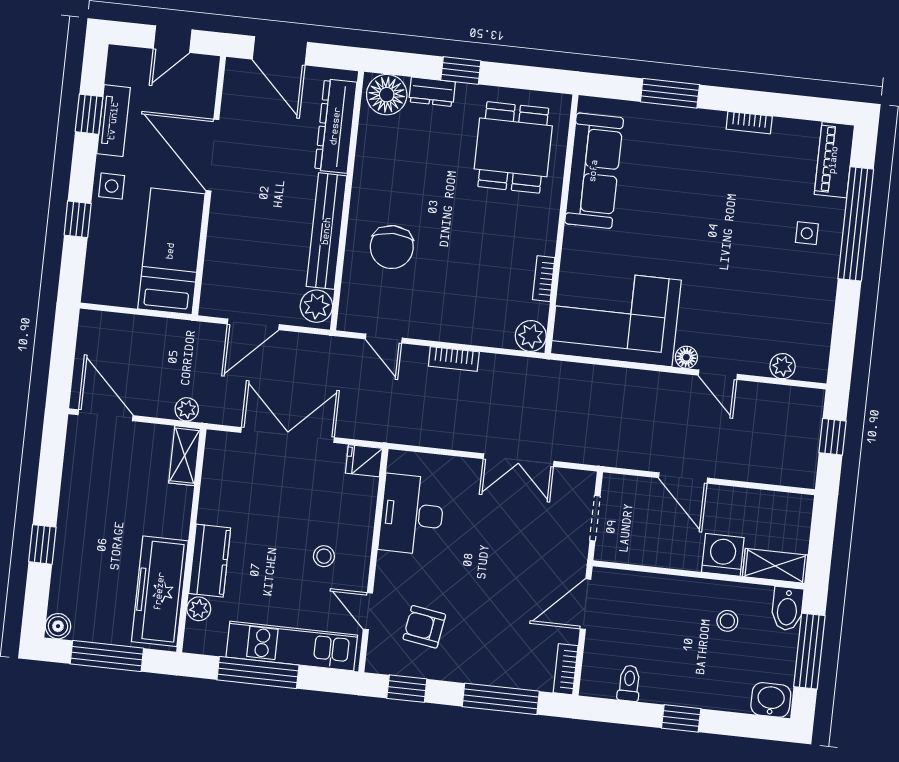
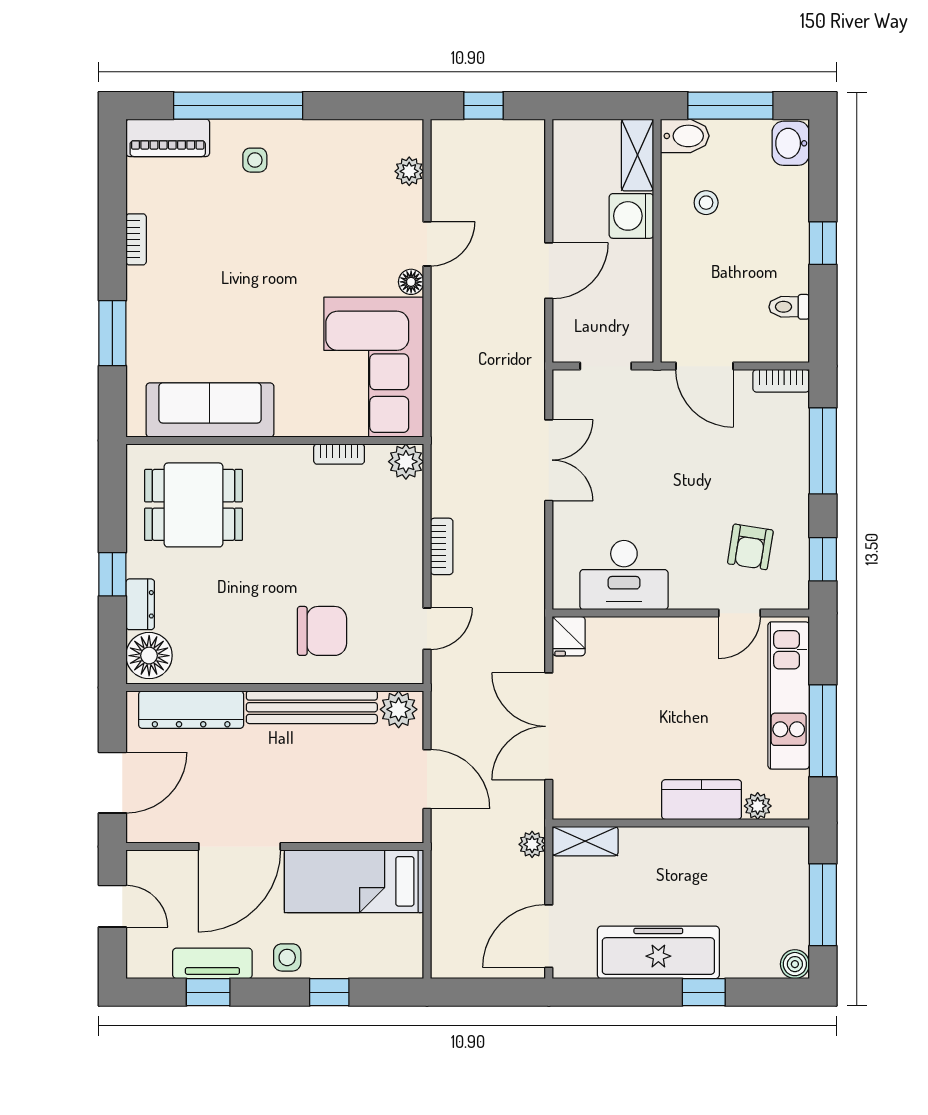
stool: (324, 556) -> (682, 670), removed
freezer: (160, 591) -> (658, 952), moved, turned 180

